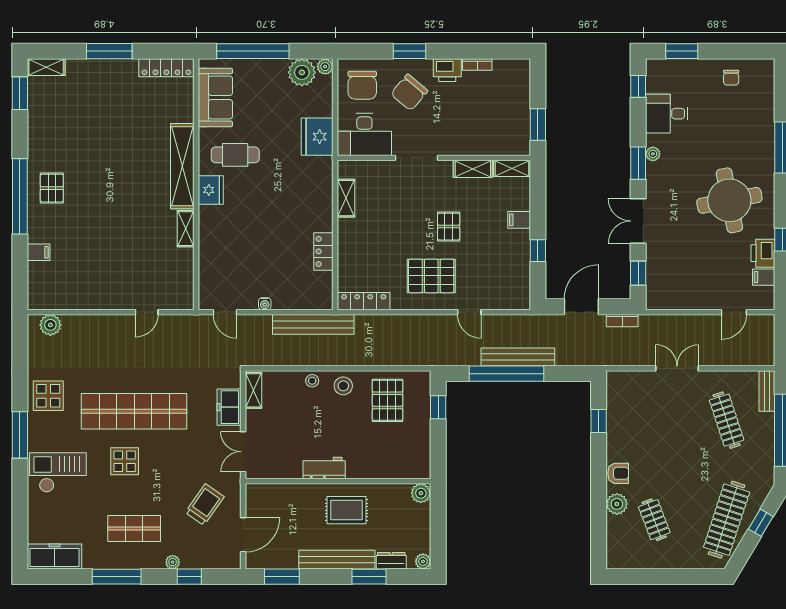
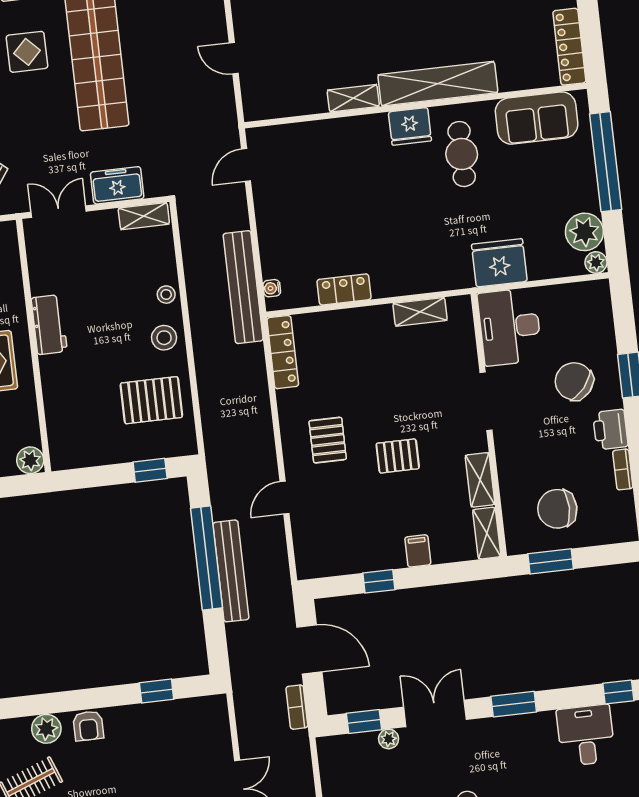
chair: (362, 85) -> (557, 509), moved
plant: (653, 154) -> (389, 739), moved
pallet: (431, 276) -> (328, 440), width x0.67, depth x0.71
water cooler: (265, 304) -> (272, 288), moved

